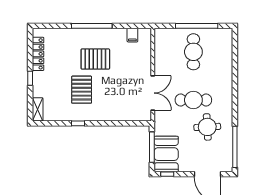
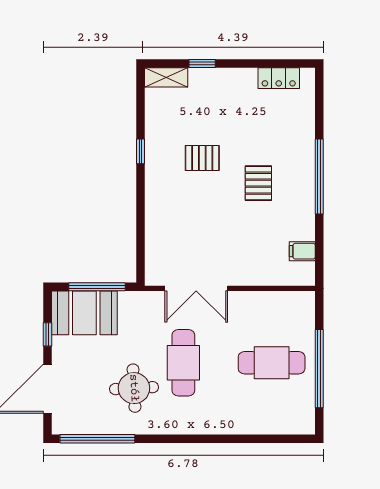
locker: (38, 54) -> (279, 78), width x0.66
pallet: (95, 59) -> (258, 183), width x0.67, depth x0.71
window: (30, 78) -> (202, 64), moved
pallet: (82, 90) -> (202, 158), width x0.67, depth x0.71
window: (167, 174) -> (47, 334), moved

